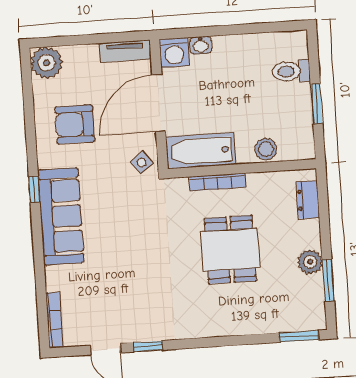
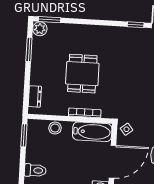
window: (317, 104) -> (24, 135), moved
plant: (310, 262) -> (40, 29), moved

